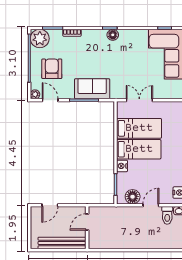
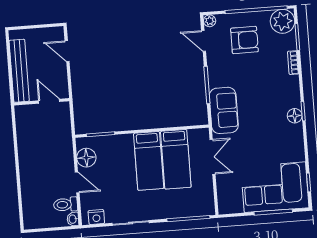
sofa: (92, 89) -> (224, 110), moved
door: (50, 100) -> (204, 41), swing flipped
nightstand: (122, 166) -> (125, 141), removed

